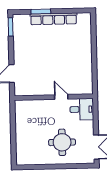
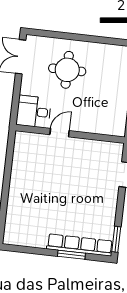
row of seats: (54, 19) -> (80, 245), moved
door: (61, 97) -> (60, 133), swing flipped

